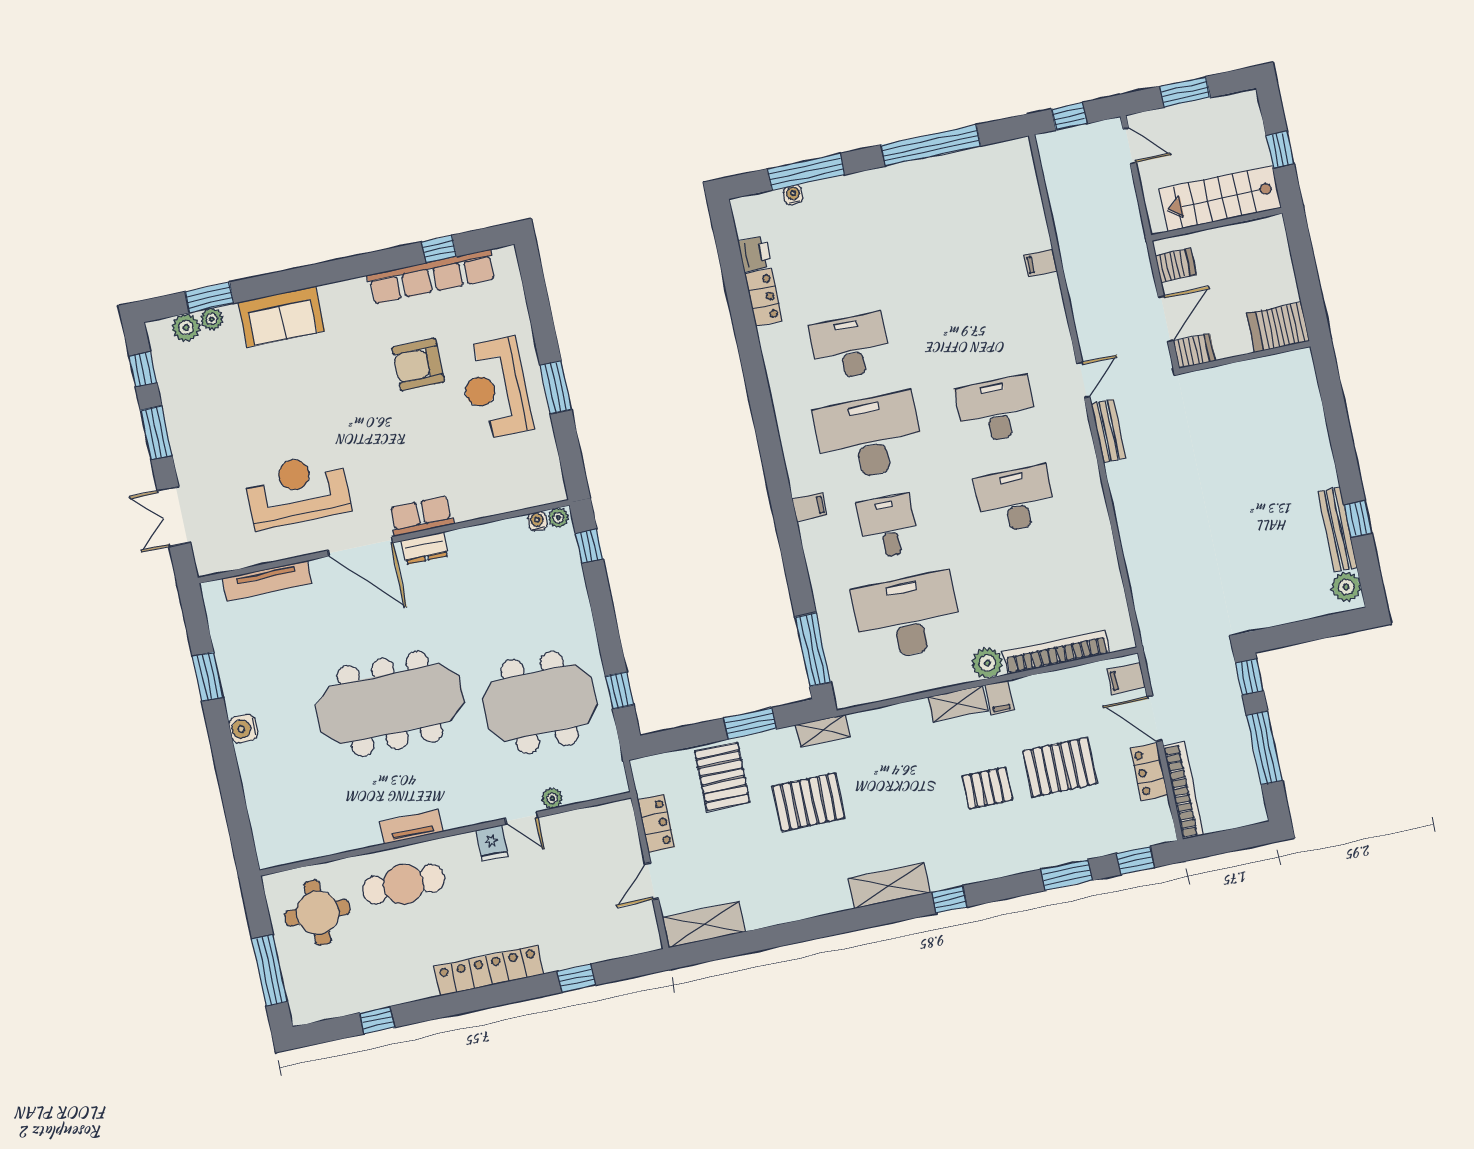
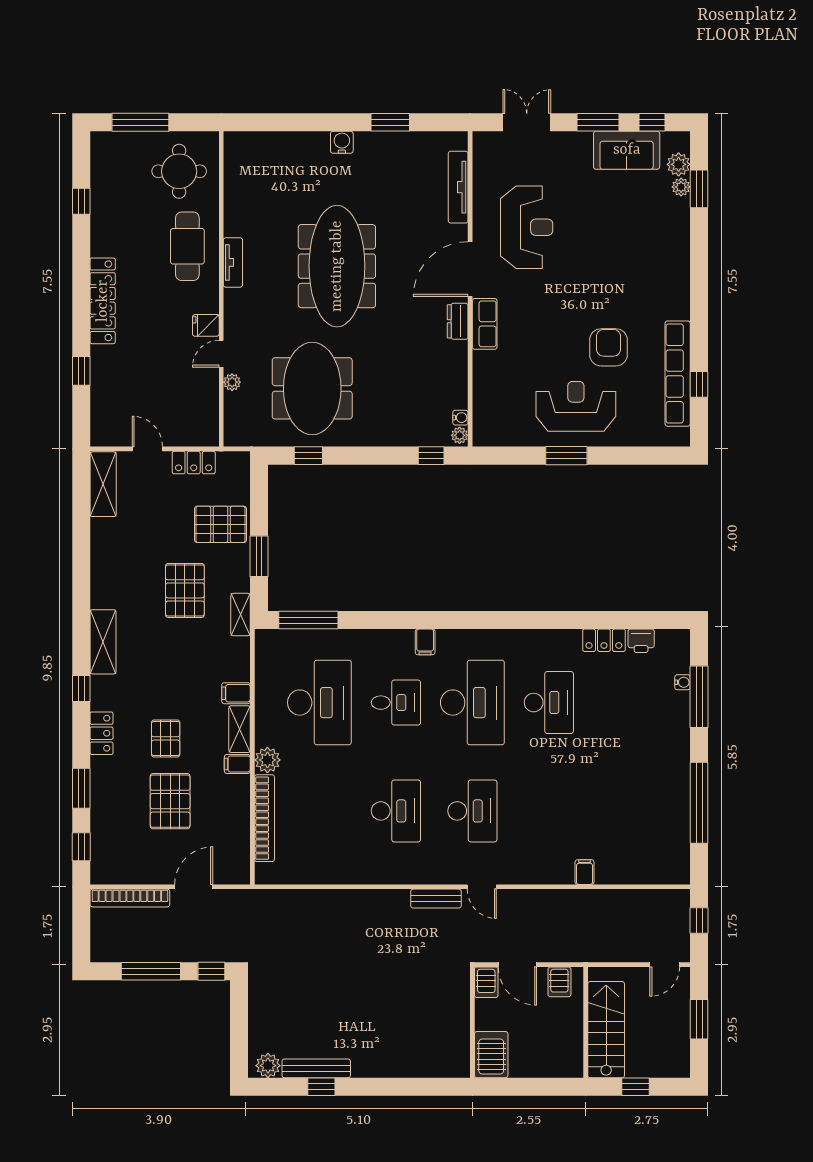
sofa: (281, 317) -> (627, 150), moved, turned -90
filing cabinet: (1126, 678) -> (236, 693), moved, turned -90
locker: (1149, 772) -> (102, 733), moved, turned 90

